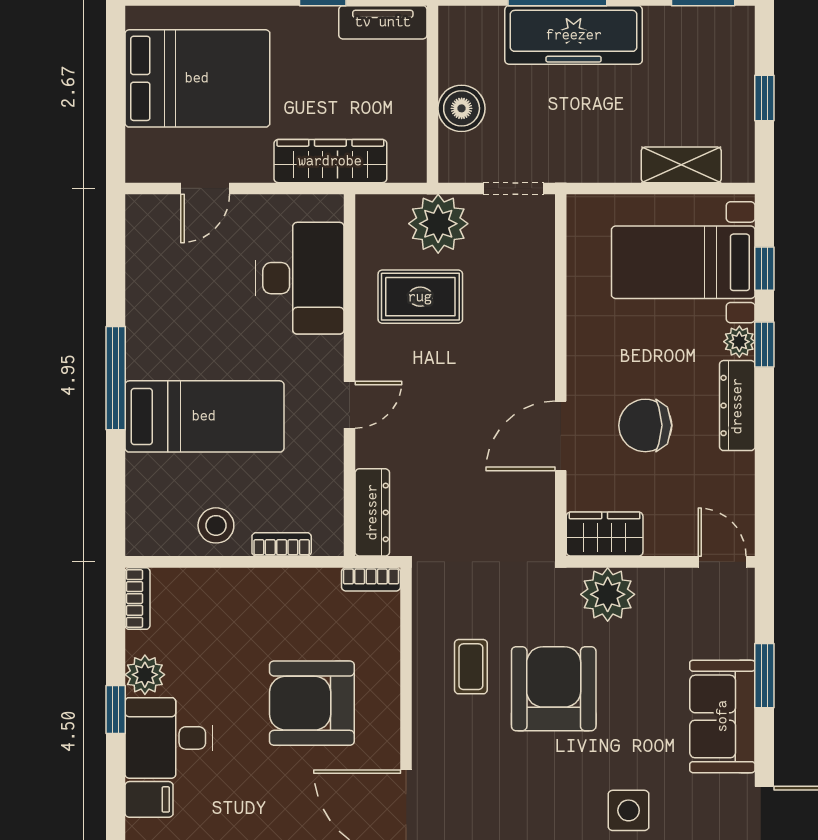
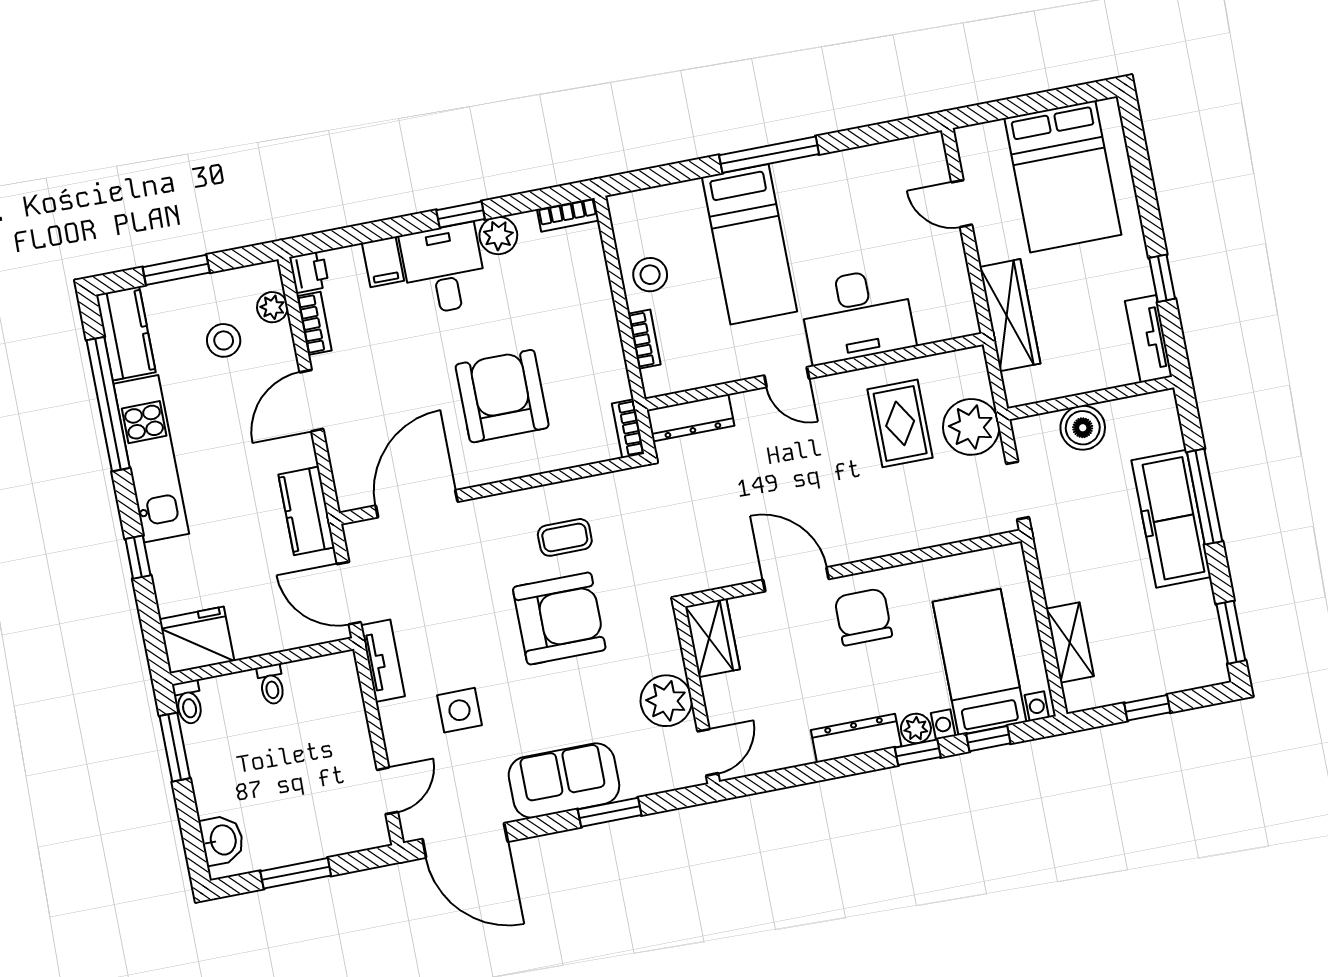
desk: (300, 278) -> (857, 315), moved
chair: (645, 425) -> (863, 617), moved
plant: (608, 594) -> (666, 701), moved

